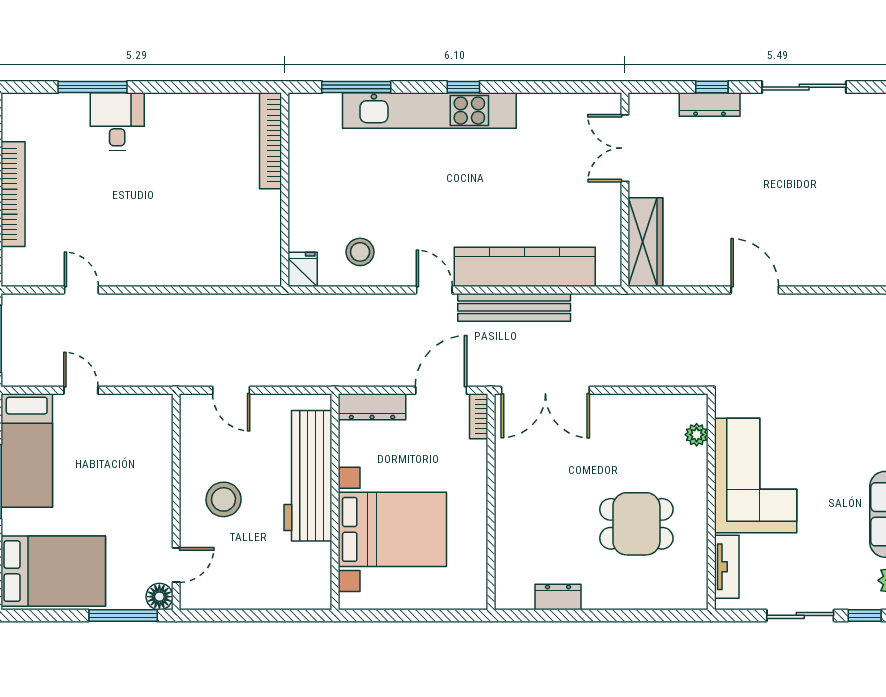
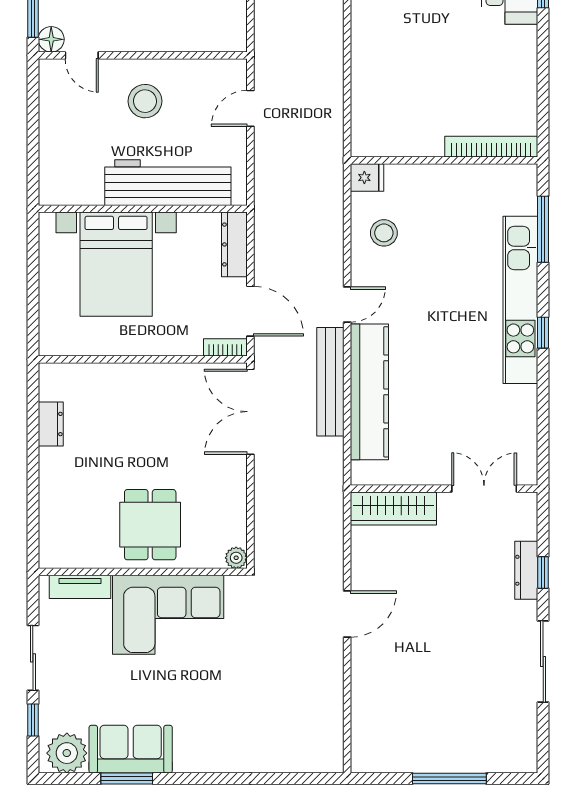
plant: (697, 435) -> (236, 558), moved
dining table: (636, 524) -> (150, 525), moved

